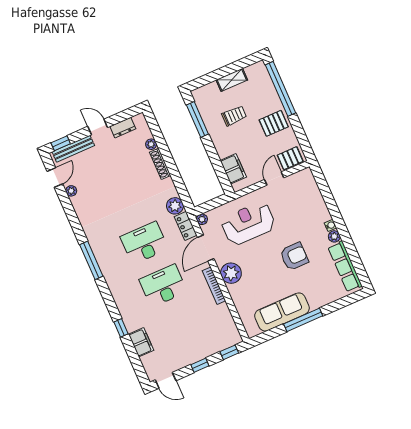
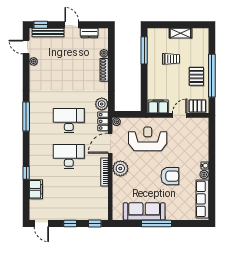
window: (280, 89) -> (212, 76), moved
pallet: (274, 123) -> (196, 76), turned 90
filing cabinet: (233, 169) -> (158, 107), moved, turned -90
door: (55, 178) -> (26, 47), swing flipped

